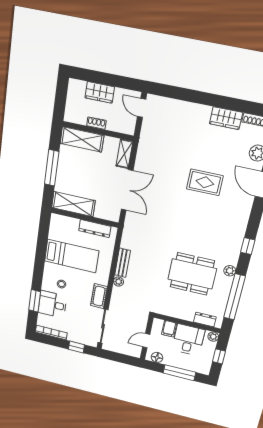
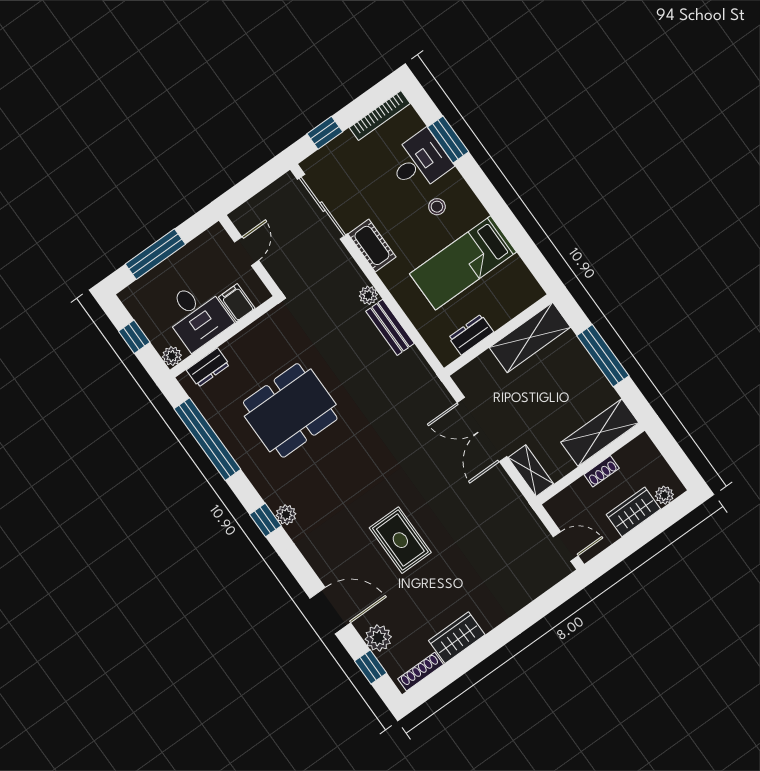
plant: (80, 86) -> (664, 495), added
rug: (205, 182) -> (400, 540), turned 90
dresser: (95, 229) -> (471, 335), width x0.70
plant: (230, 271) -> (286, 515), moved
floor lamp: (157, 357) -> (207, 243), removed

